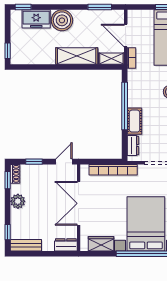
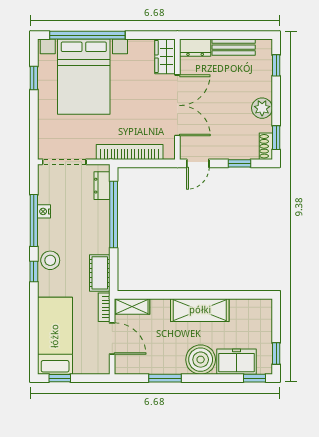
window: (100, 7) -> (165, 378), moved
window: (8, 51) -> (276, 354), moved
shelving: (77, 56) -> (200, 310), moved
window: (125, 106) -> (114, 214), moved
cot: (135, 121) -> (100, 273), moved
wardrobe: (101, 244) -> (165, 56), moved, turned 90
bench: (26, 245) -> (234, 47), moved

